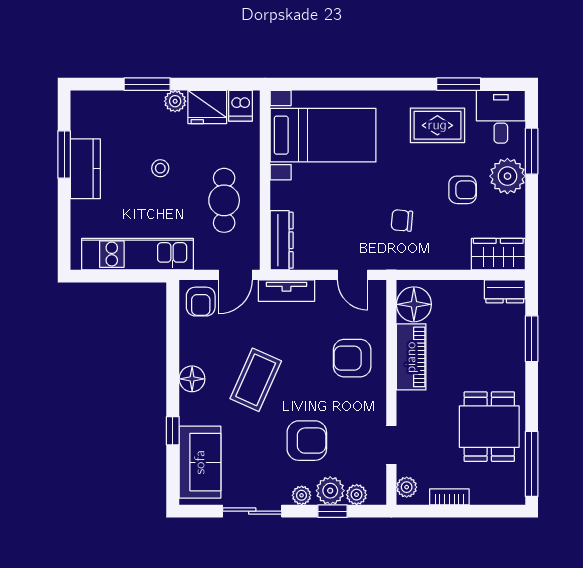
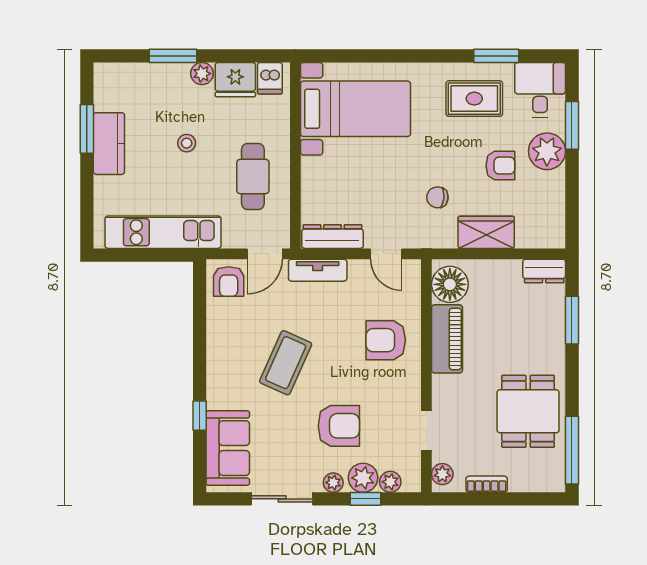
dresser: (282, 240) -> (332, 237), moved, turned -90
wardrobe: (498, 254) -> (486, 232), moved
floor lamp: (192, 379) -> (220, 362), removed

